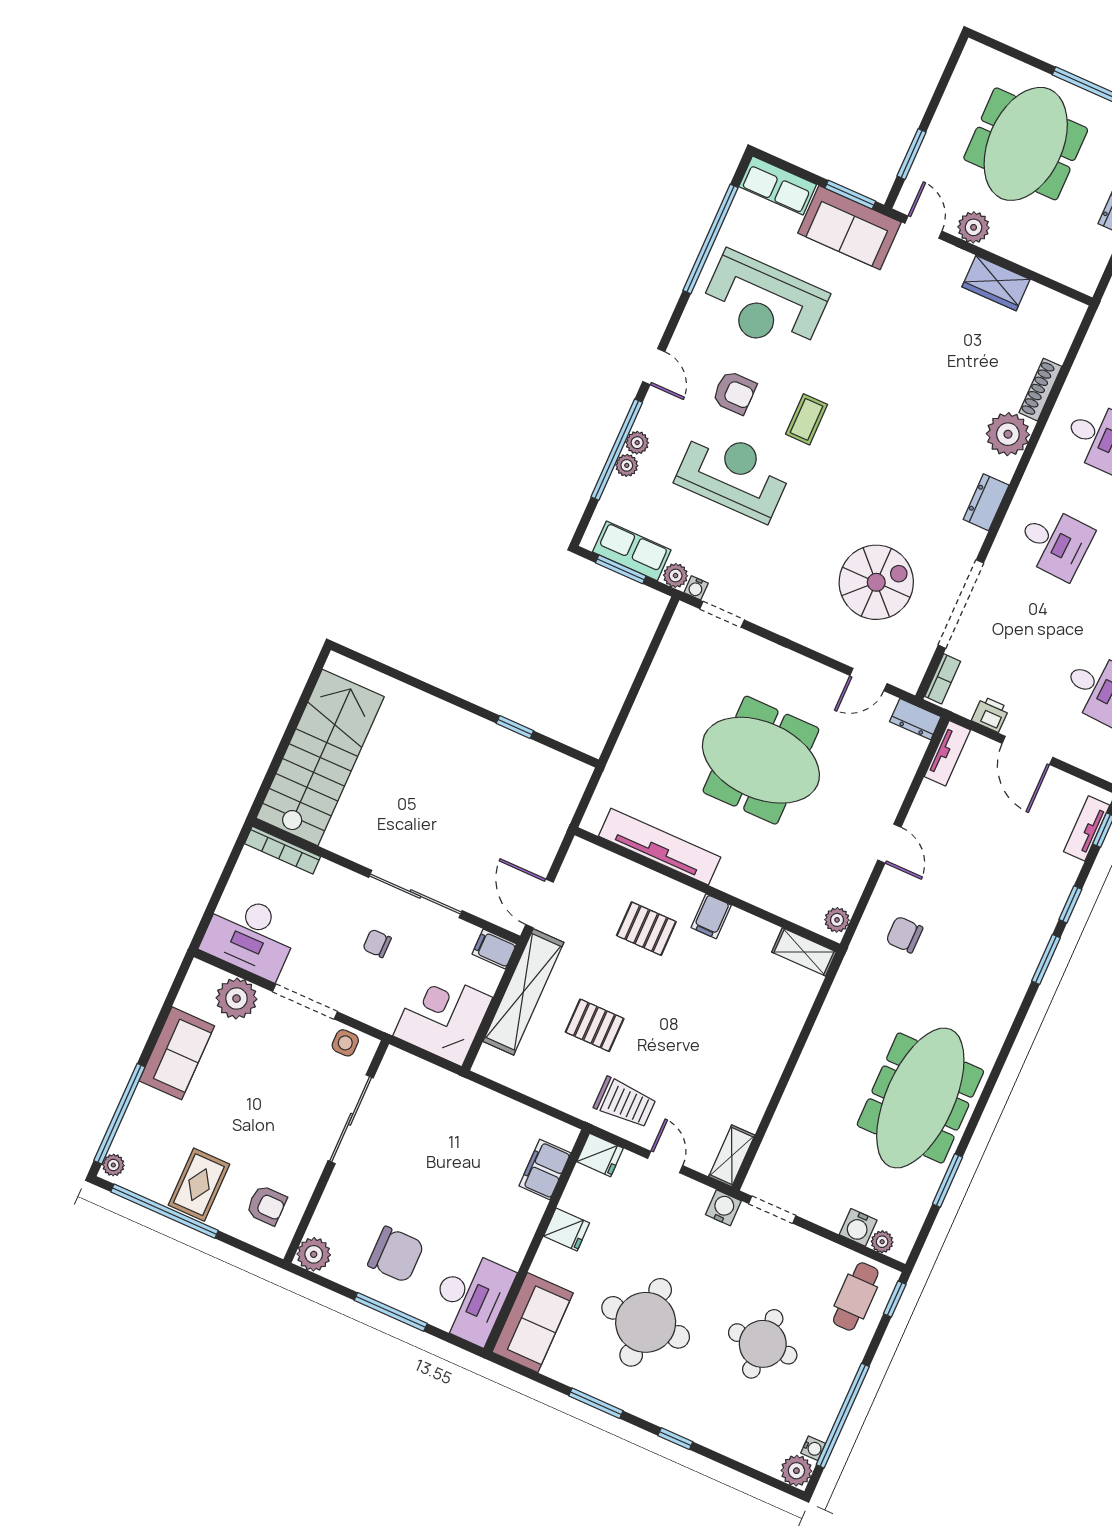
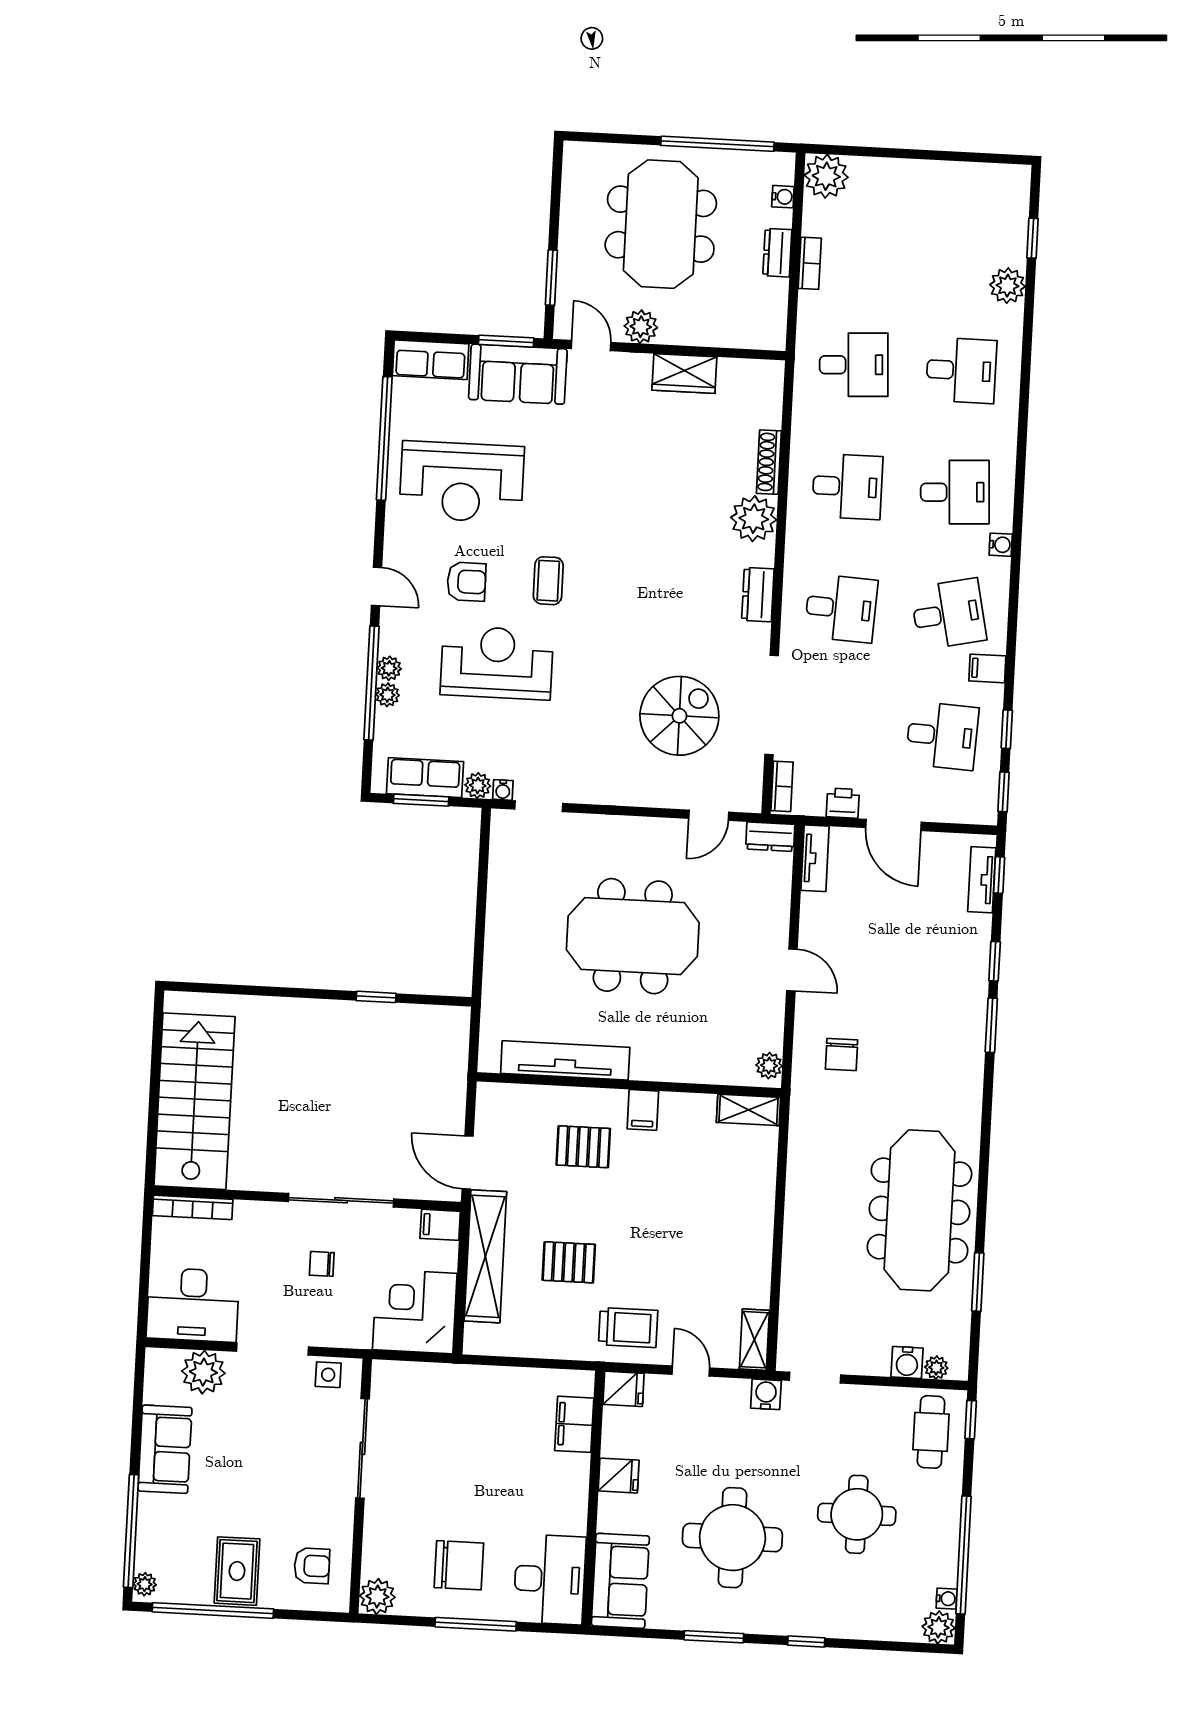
chair: (904, 935) -> (841, 1054), turned -90

